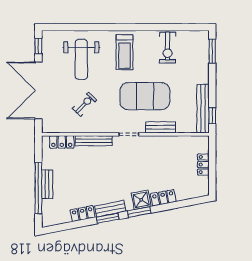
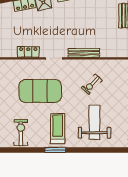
window: (127, 27) -> (55, 150), added
bench: (161, 127) -> (27, 64), removed
locker: (62, 142) -> (28, 52), moved

